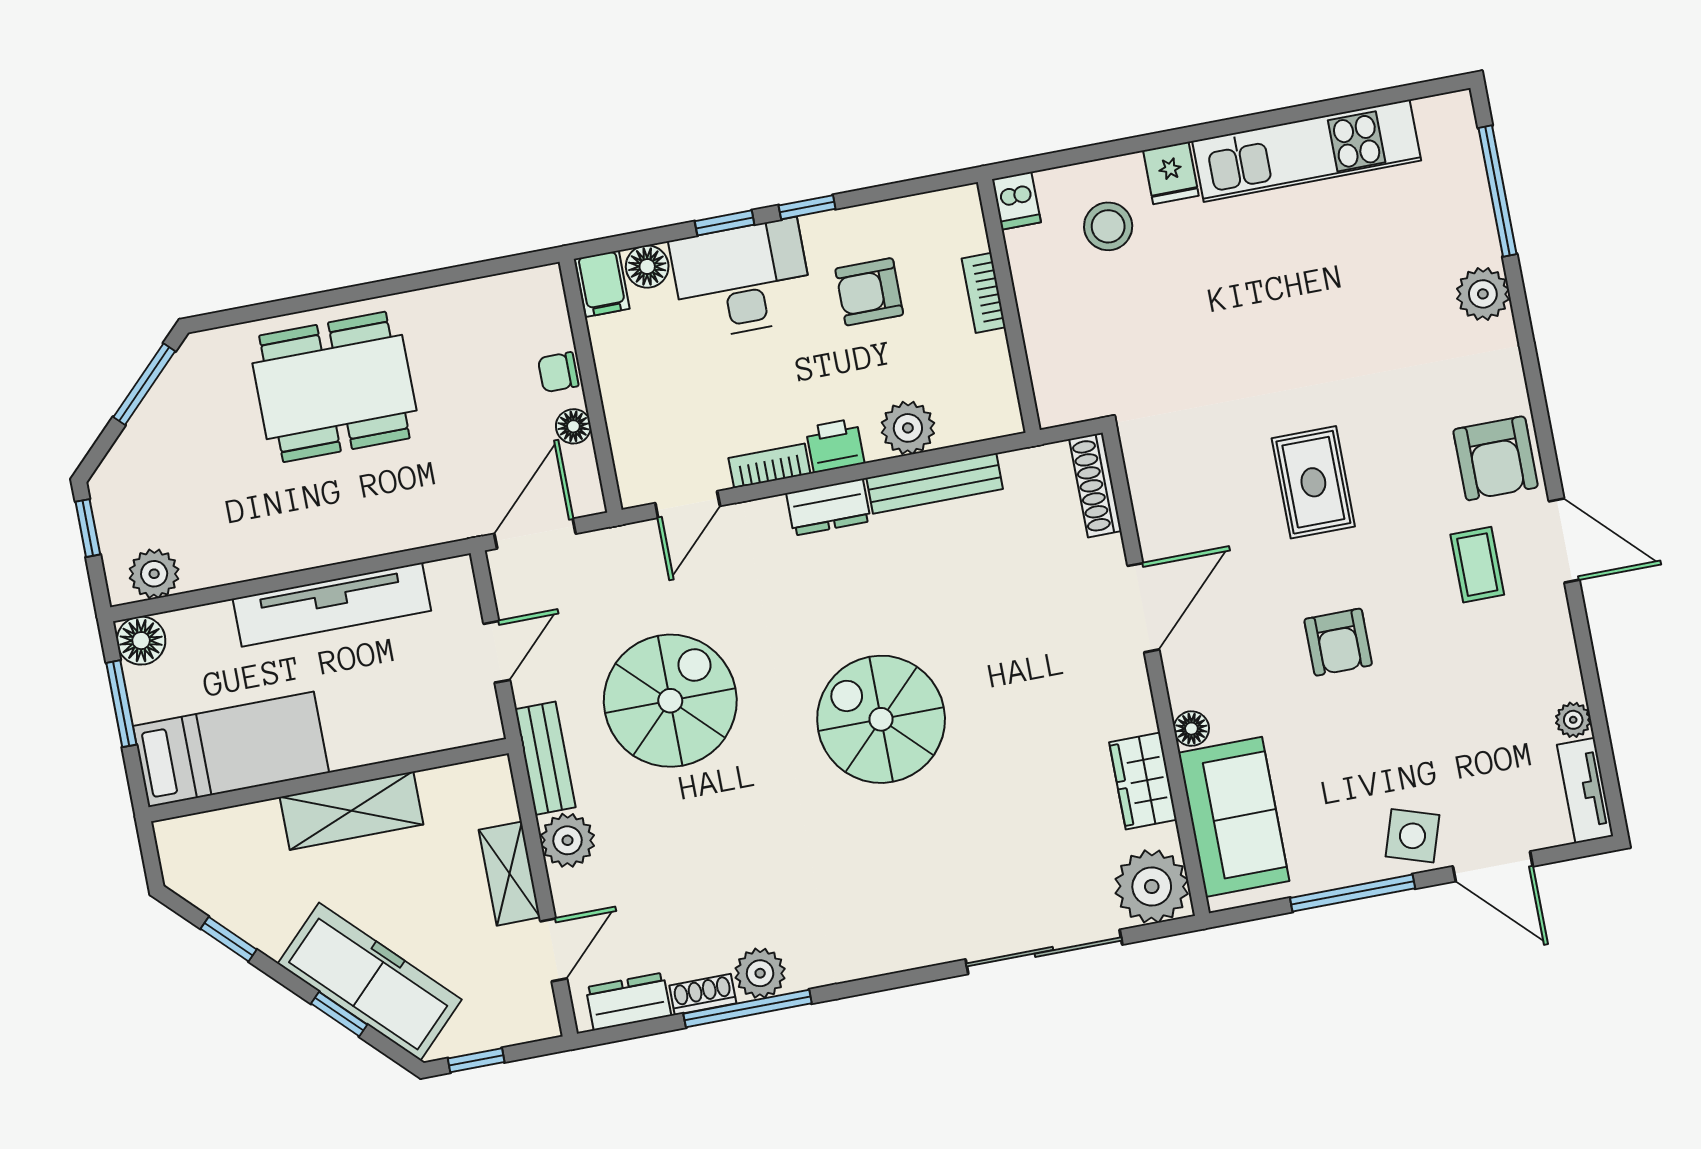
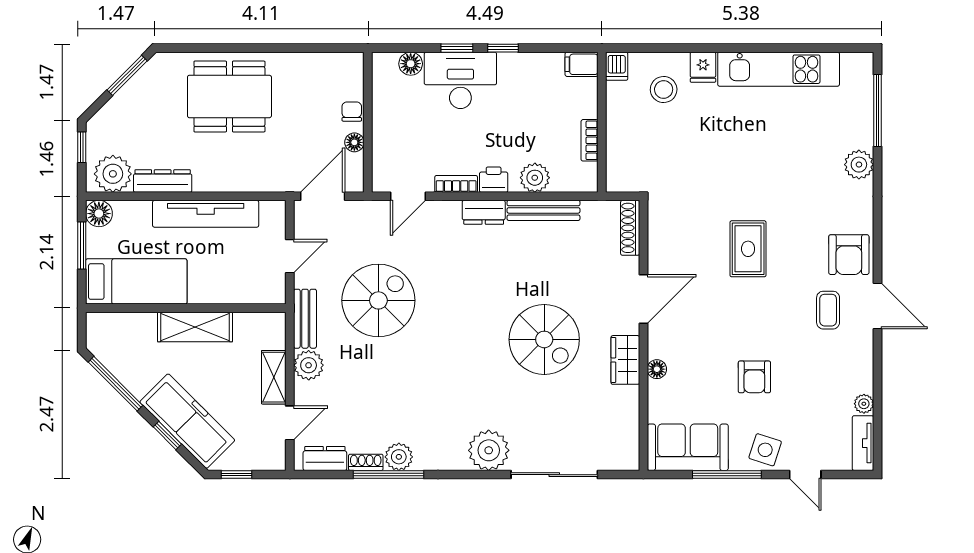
filing cabinet: (602, 284) -> (582, 64), moved, turned 90
armchair: (869, 292) -> (528, 100), removed
bookcase: (984, 293) -> (590, 140), moved
chair: (558, 372) -> (352, 112), turned 90
dresser: (244, 561) -> (163, 181), added
plant: (154, 574) -> (113, 174), width x1.36, depth x1.36
armchair: (1338, 642) -> (754, 377), moved
spiral stairs: (881, 719) -> (544, 339), moved, turned 180
wardrobe: (1143, 781) -> (625, 360), moved
sofa: (1234, 817) -> (688, 447), moved, turned -90
door: (1493, 866) -> (805, 475), width x0.73
plant: (1152, 886) -> (489, 450), moved
window: (229, 939) -> (115, 384), width x2.17

